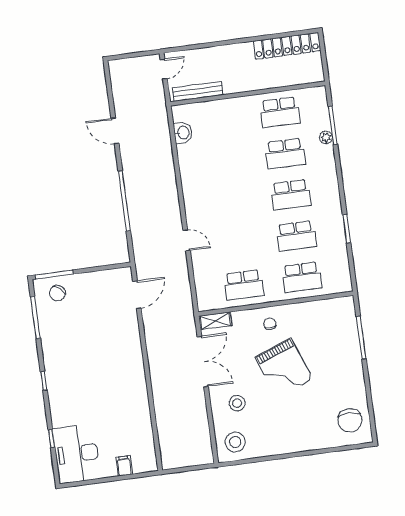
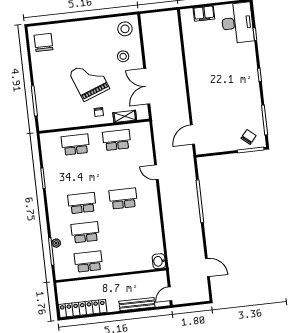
bench: (198, 91) -> (137, 304), moved
door: (115, 131) -> (207, 268), moved
washbasin: (183, 133) -> (159, 261), moved
school desk: (296, 236) -> (123, 198), moved
shelving: (215, 321) -> (125, 116), moved
filing cabinet: (124, 466) -> (204, 14), width x2.00

